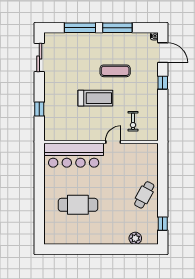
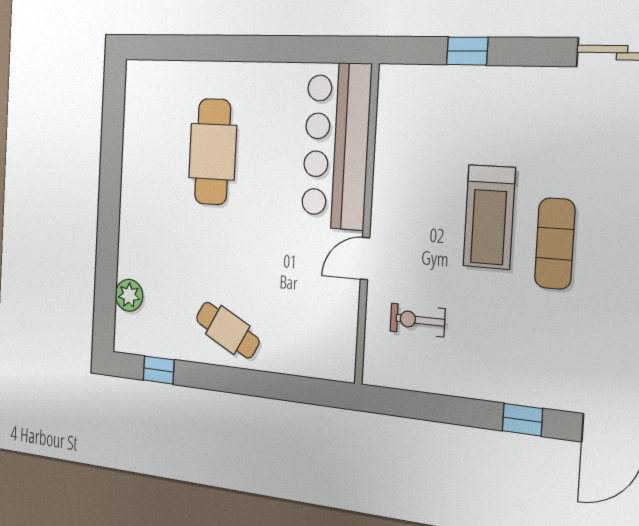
exercise mat: (115, 71) -> (555, 244), moved
door: (113, 142) -> (365, 259), swing flipped

